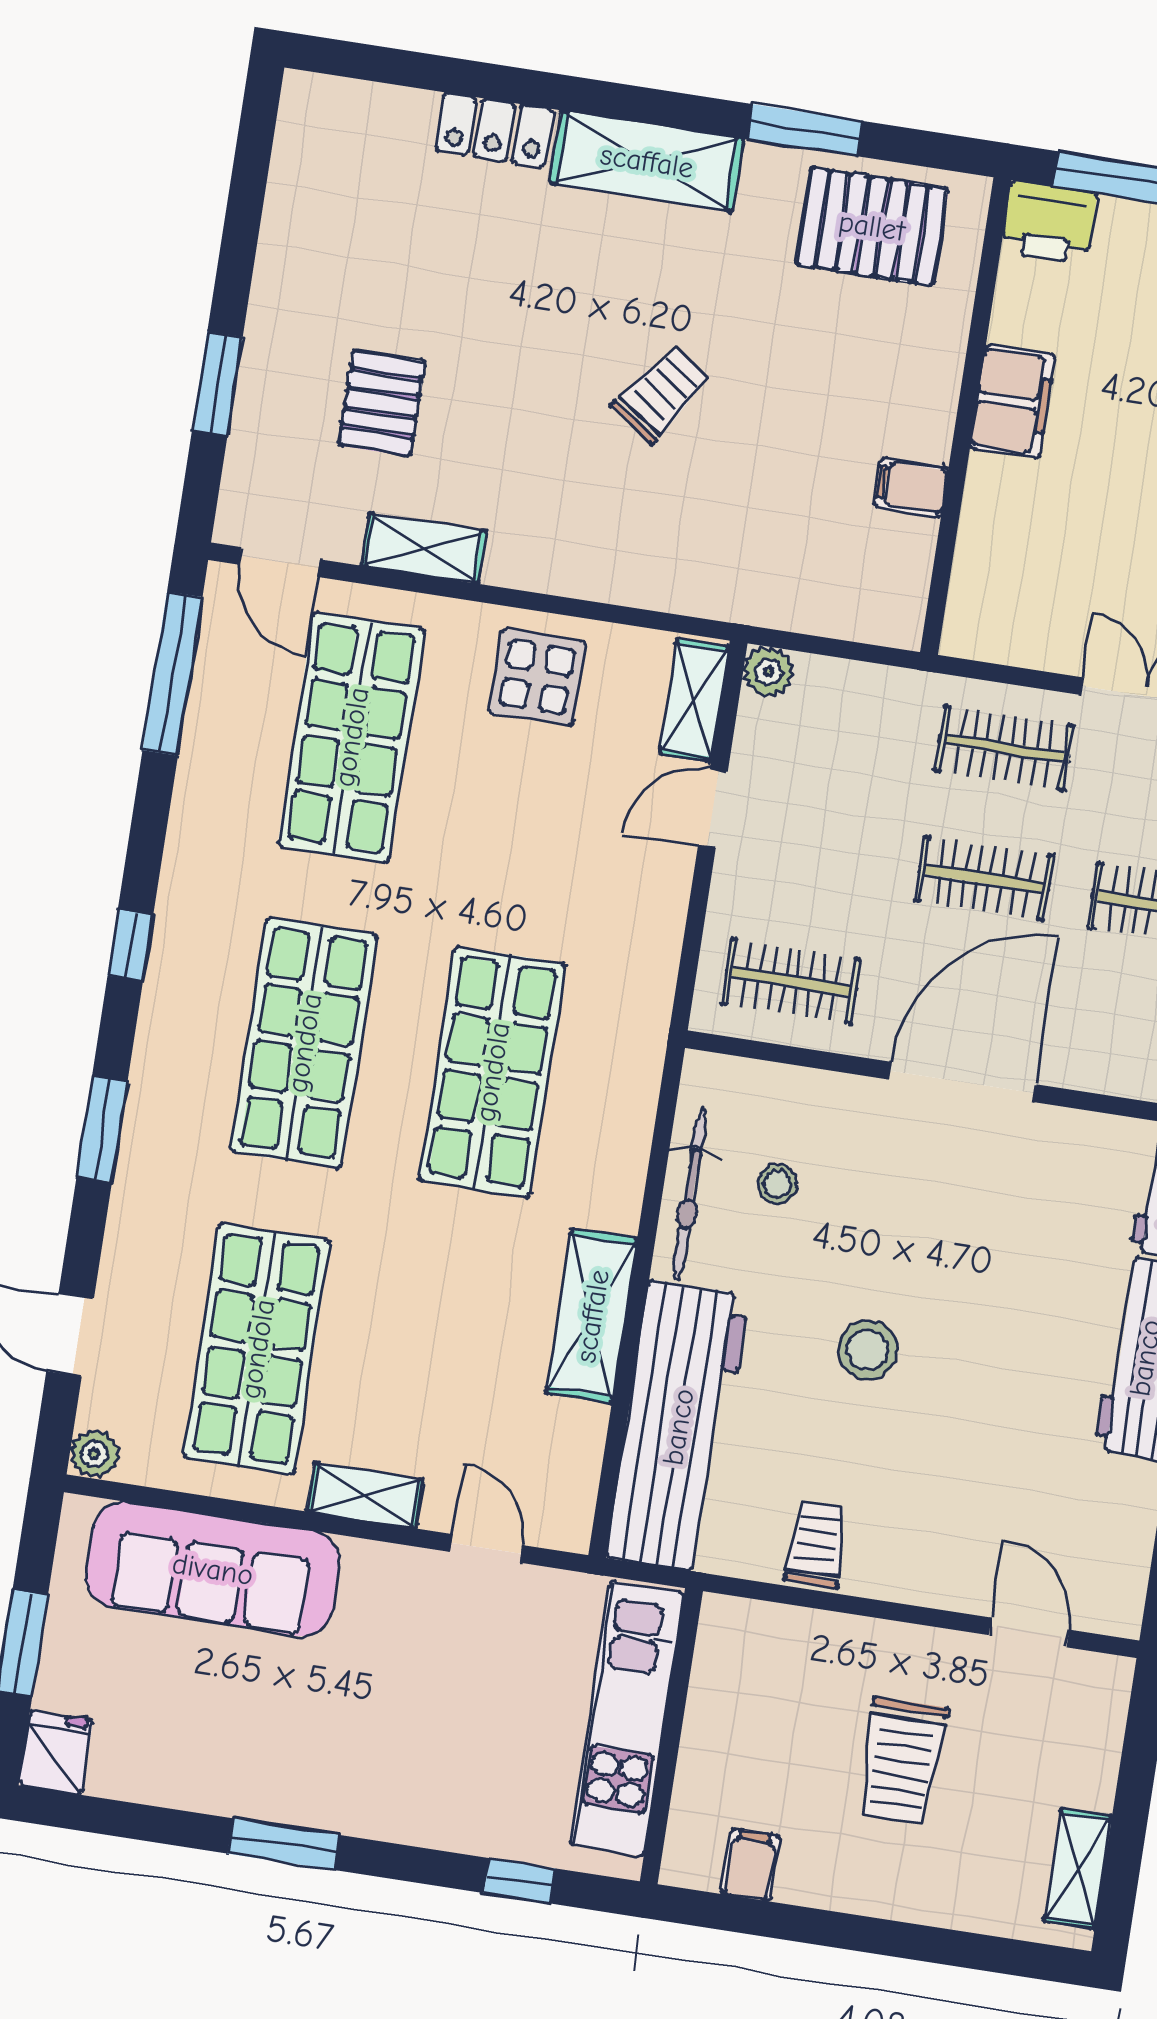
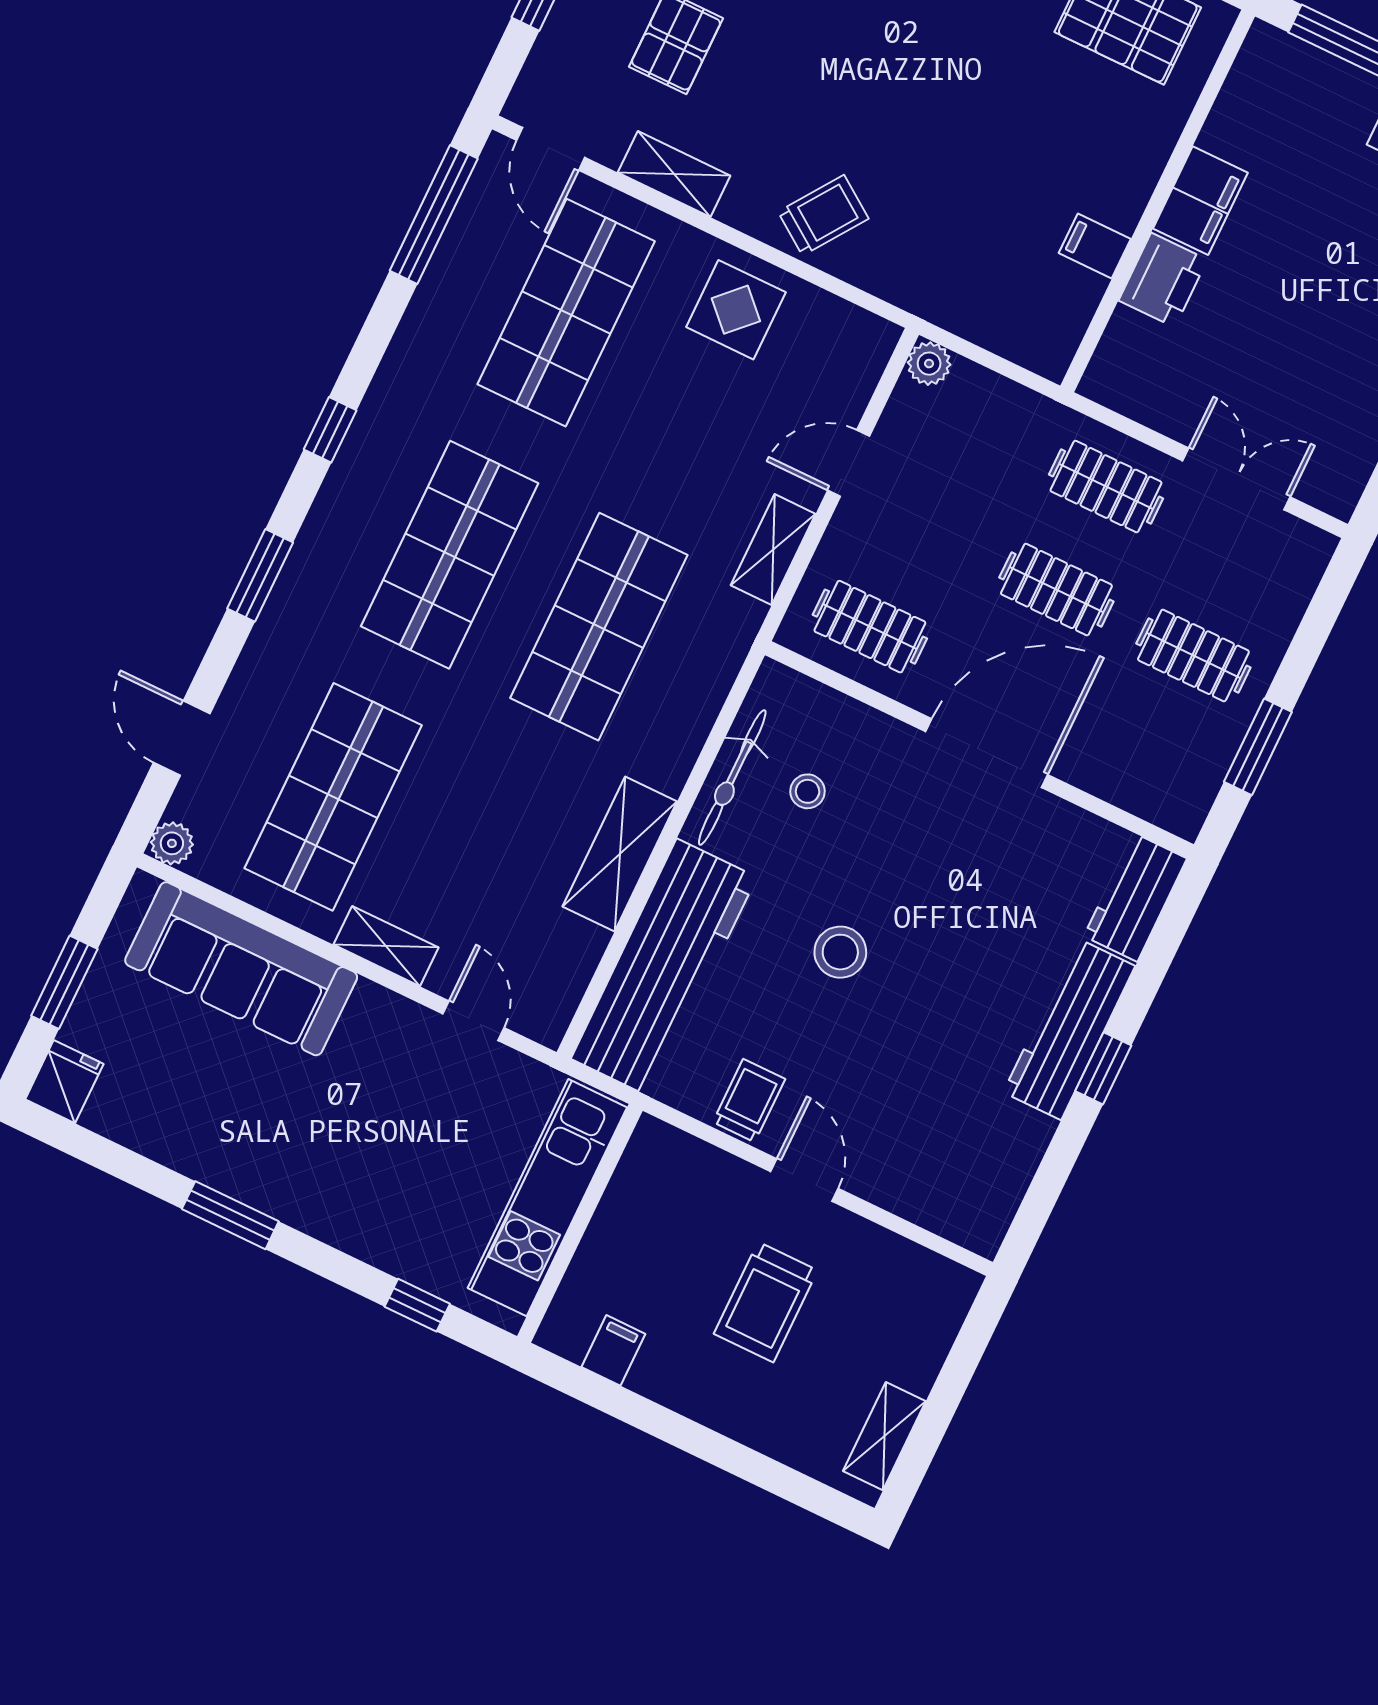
printer: (1049, 222) -> (1163, 280), moved, turned -90
trolley: (661, 393) -> (823, 215), moved
shelving: (694, 700) -> (773, 550), moved
door: (1029, 1632) -> (804, 1180), moved

